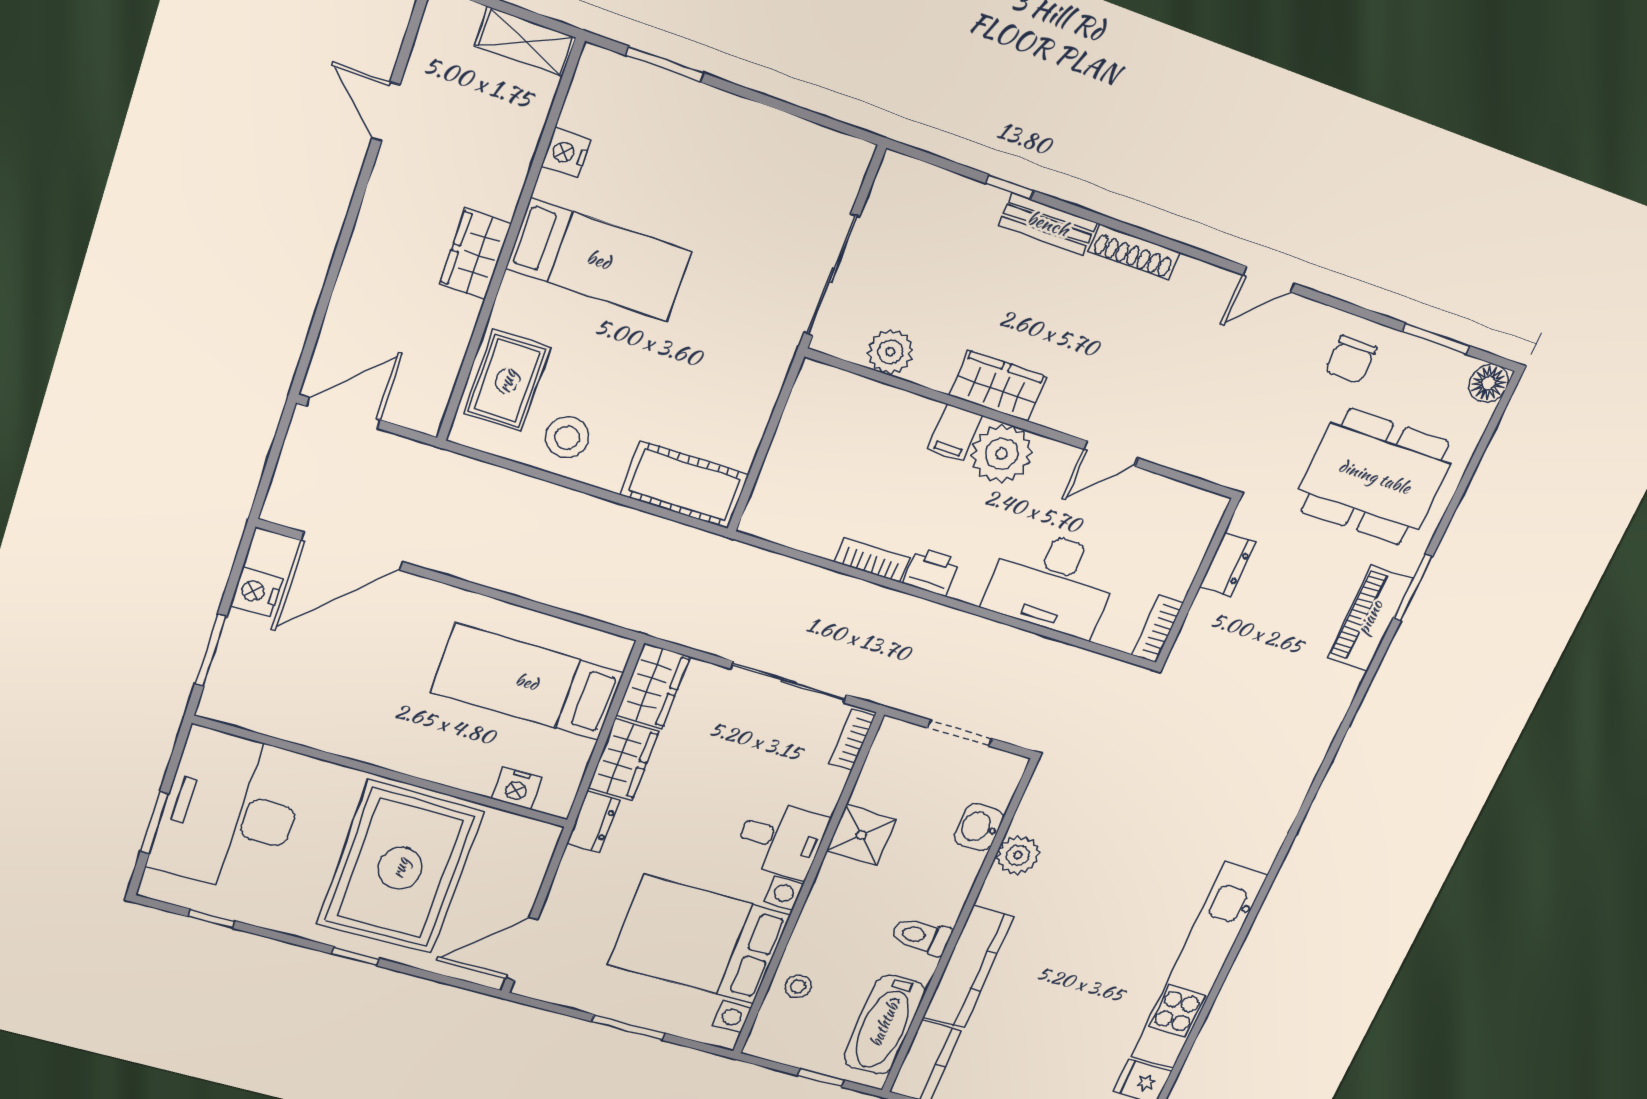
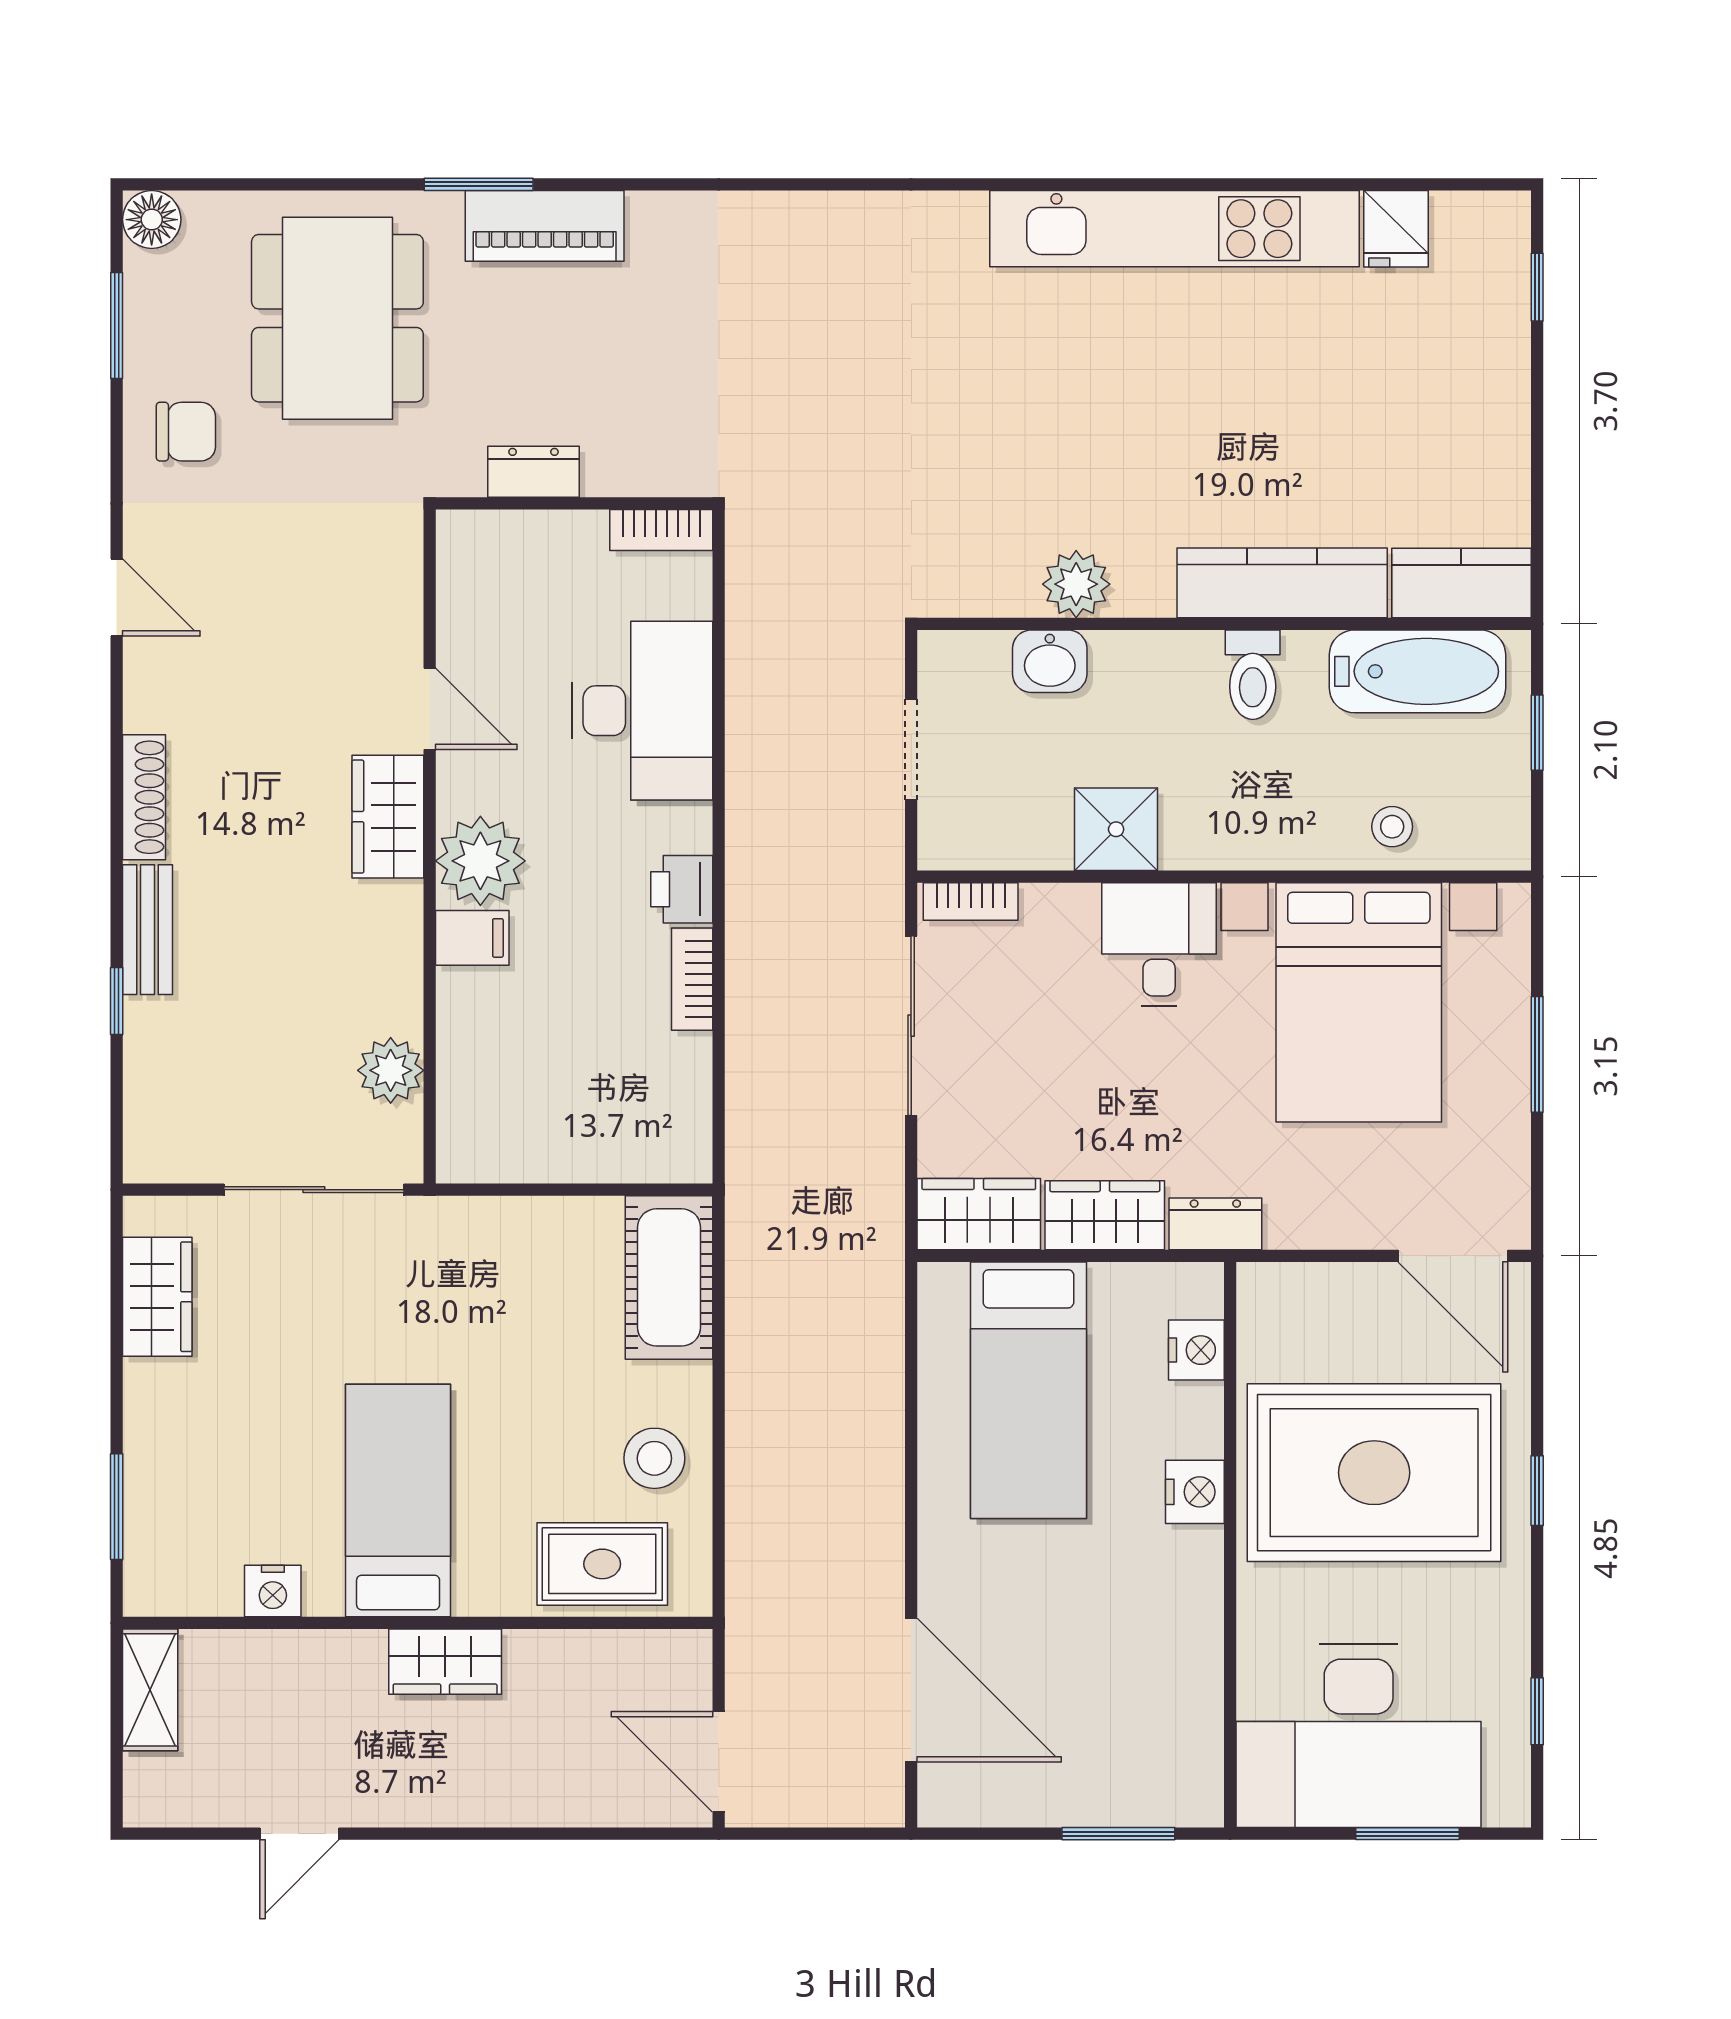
wardrobe: (800, 144) -> (157, 1297), added
wardrobe: (998, 386) -> (388, 817), moved
nightstand: (256, 592) -> (1195, 1492), moved, turned -90

